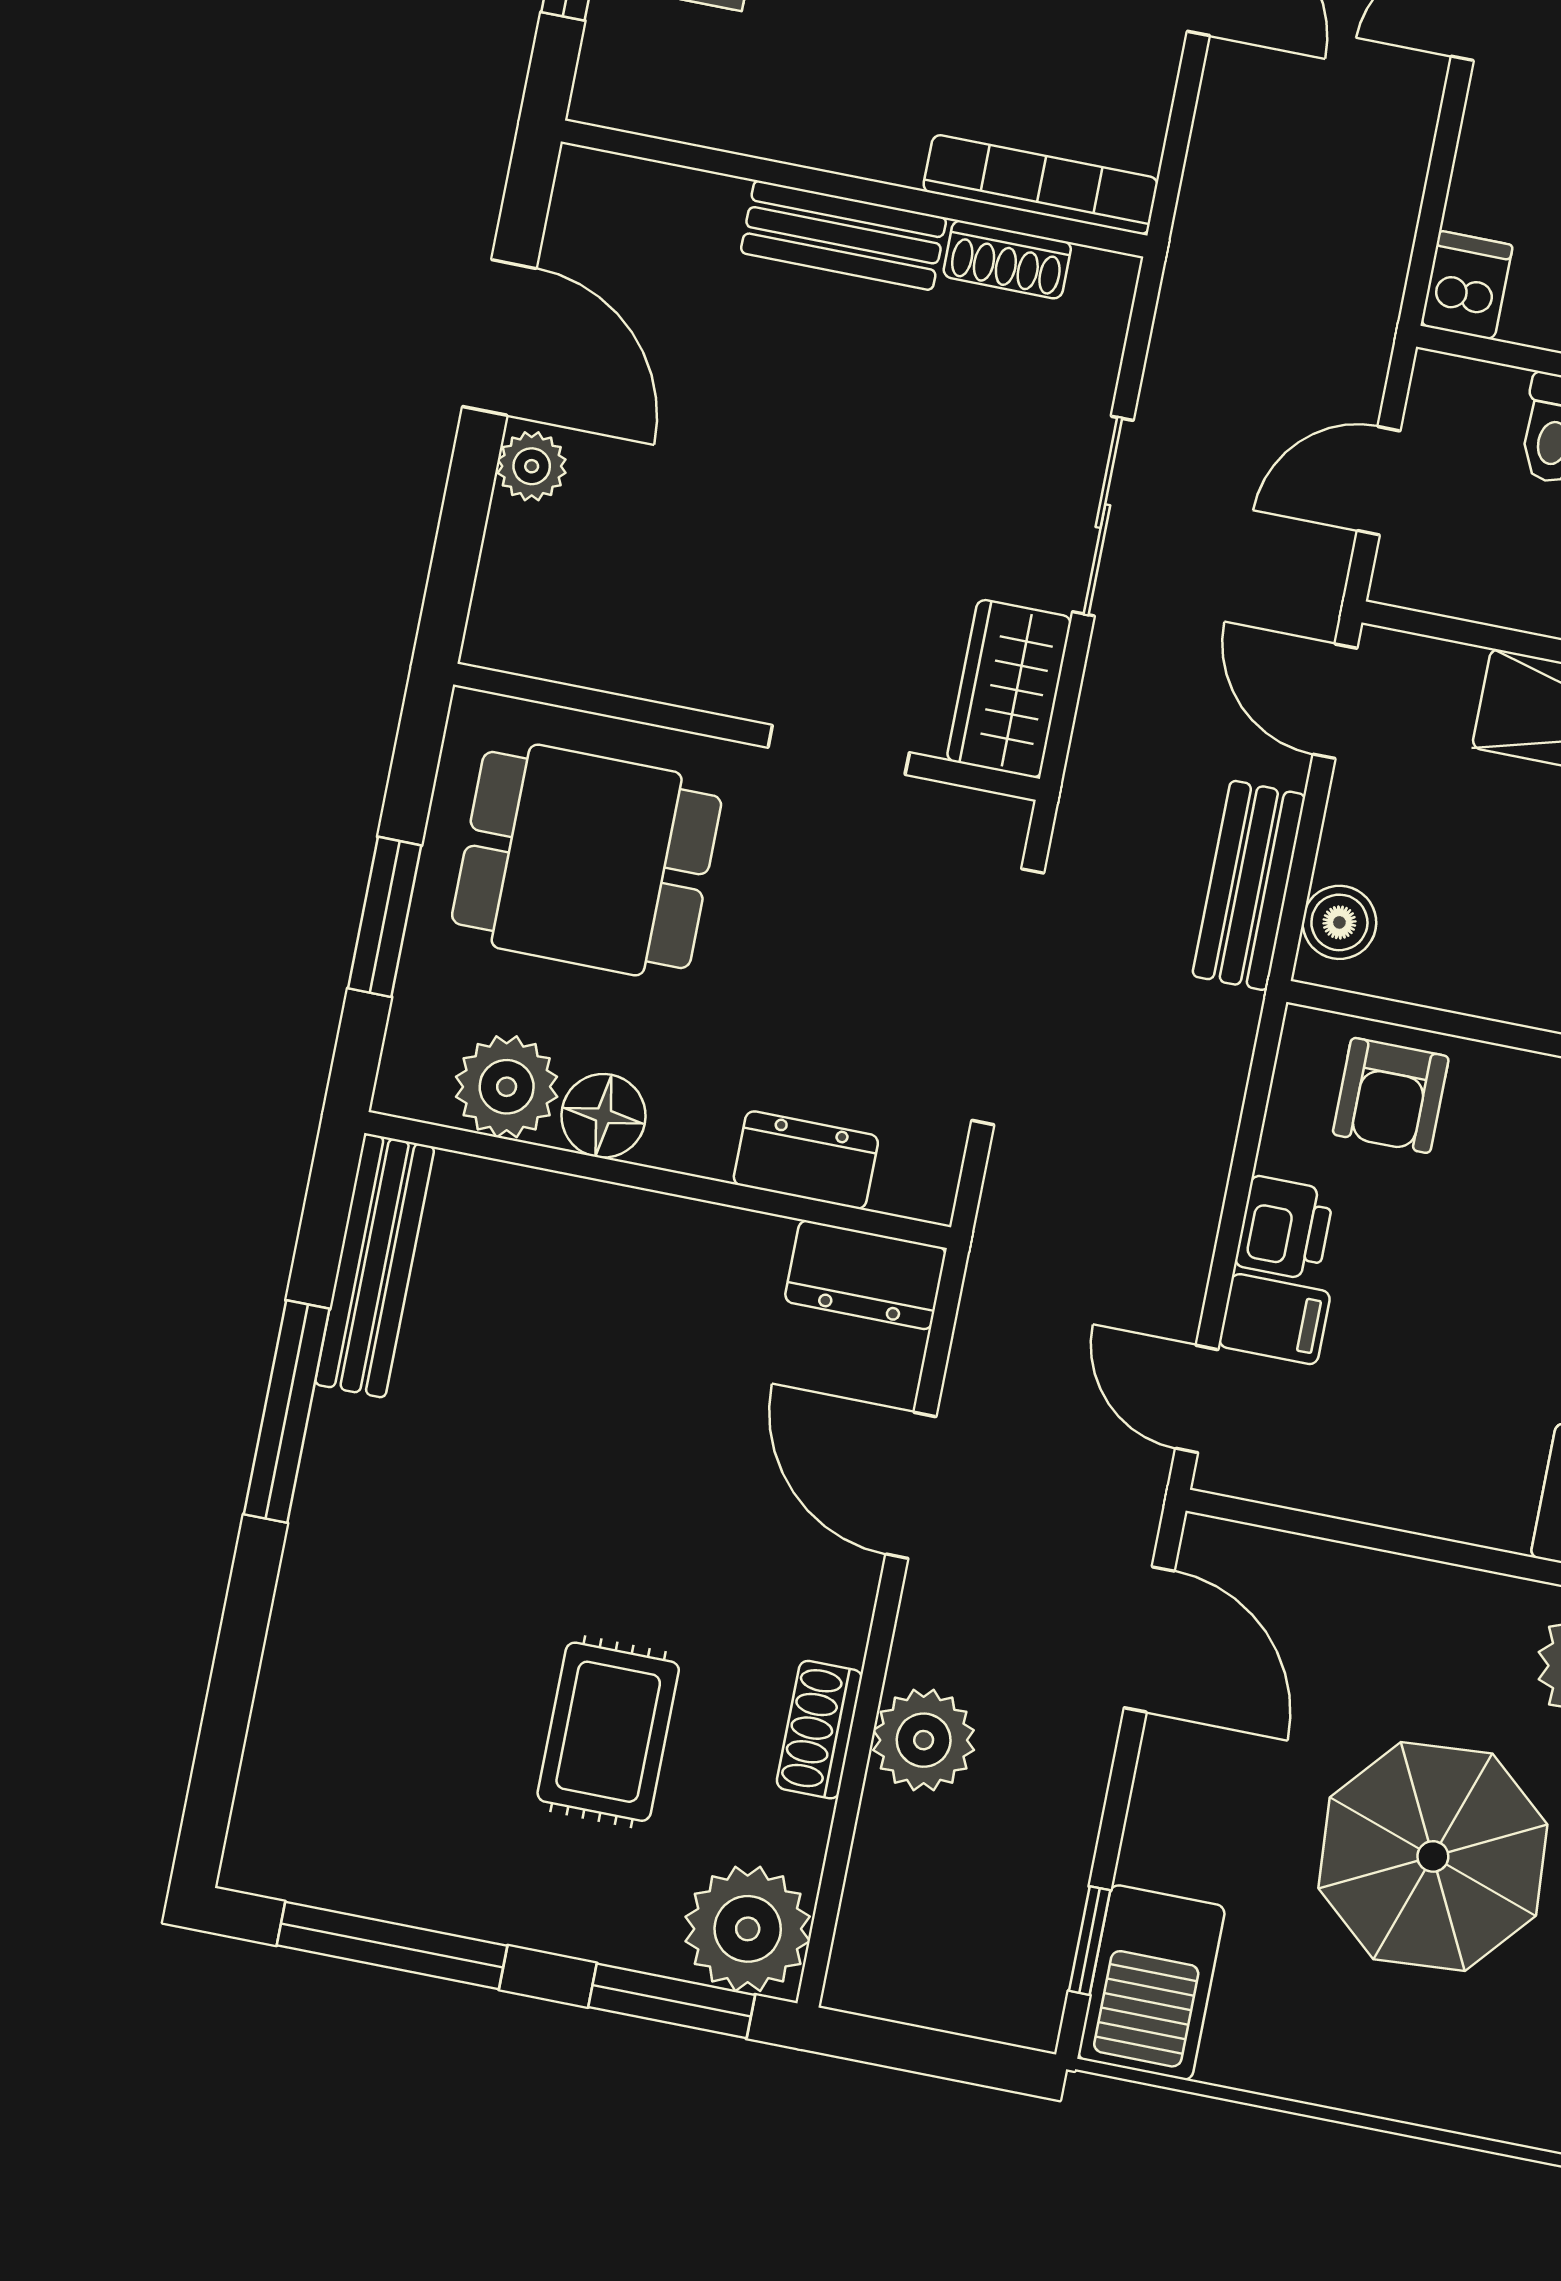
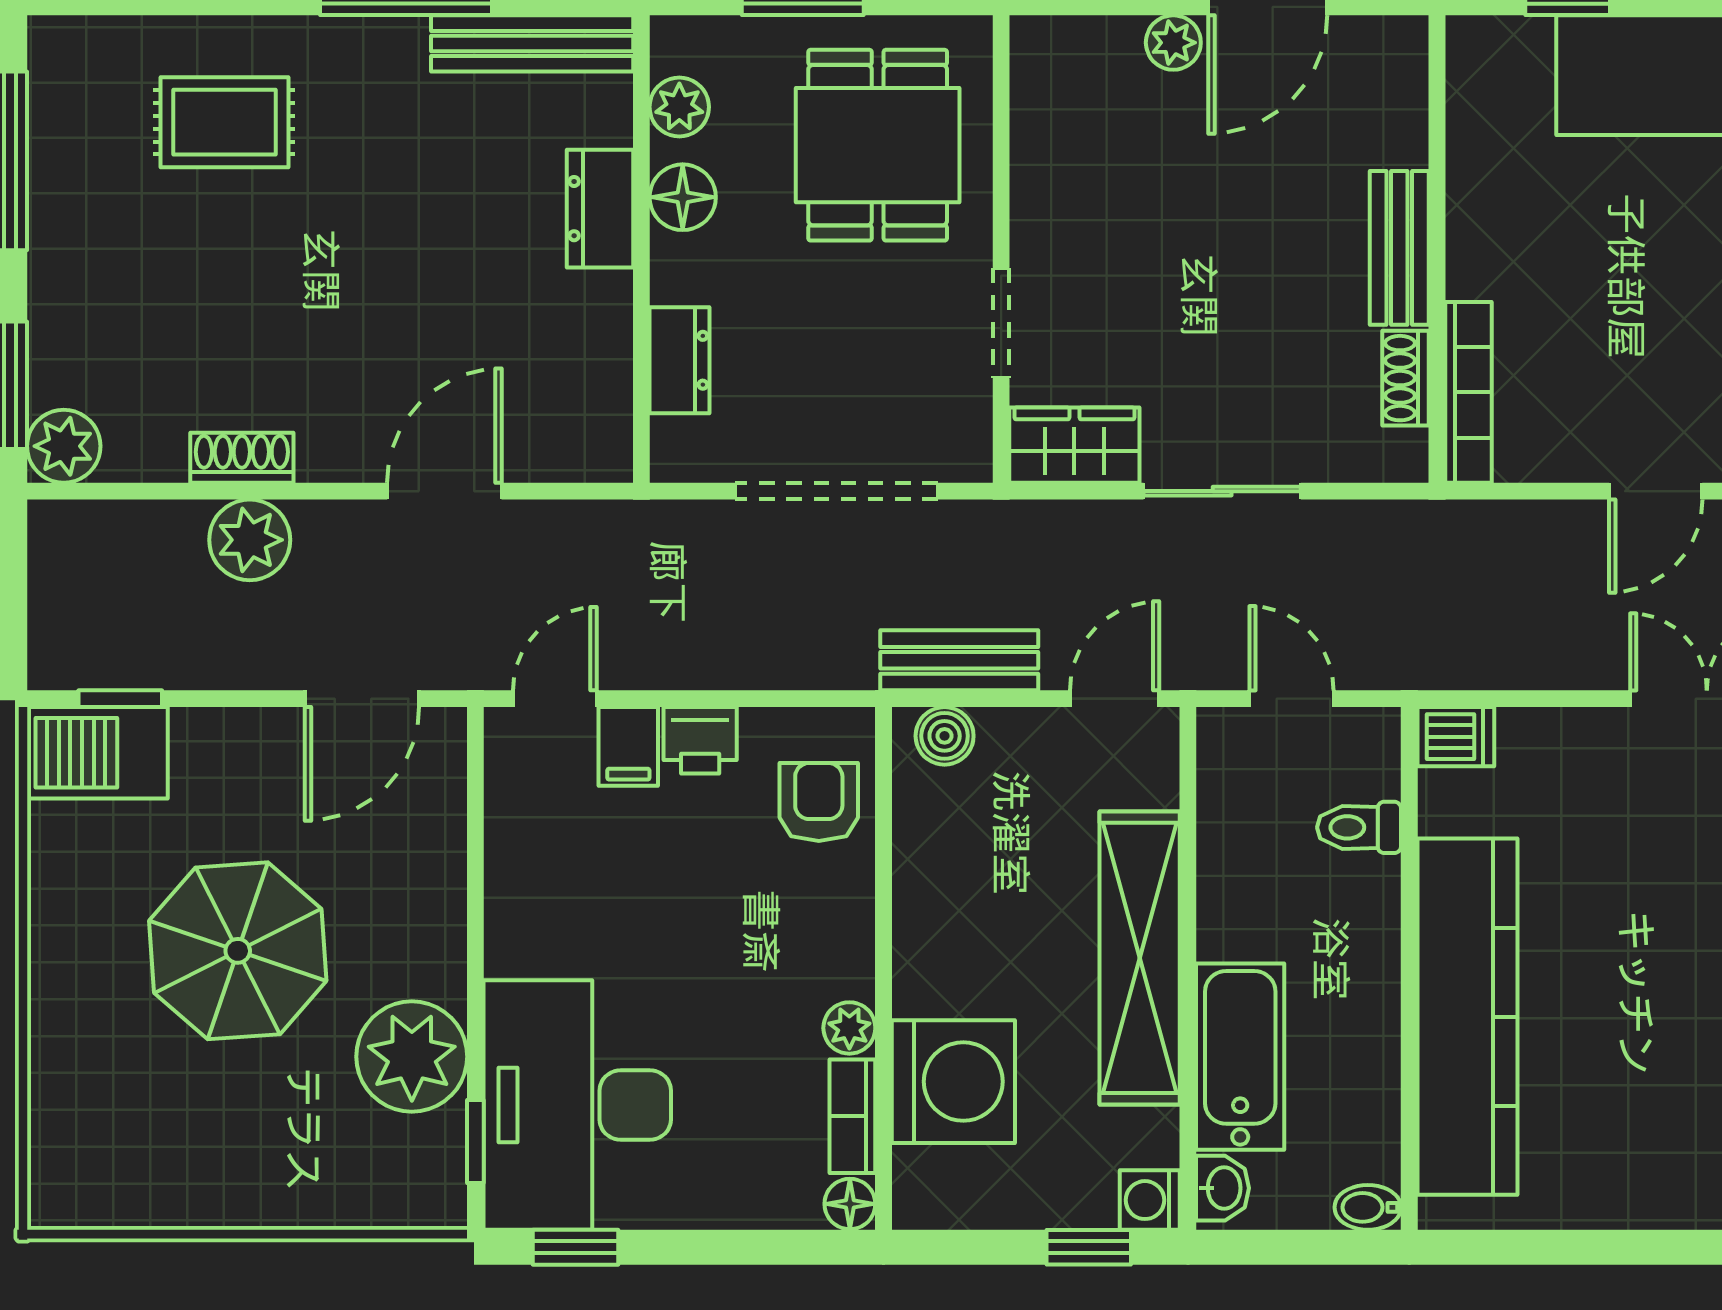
plant: (507, 1087) -> (679, 107), width x0.73, depth x0.73
armchair: (1391, 1095) -> (819, 802), turned 90
dresser: (865, 1275) -> (600, 209), moved
rug: (608, 1732) -> (224, 122), moved
plant: (748, 1929) -> (64, 446), width x0.73, depth x0.73

